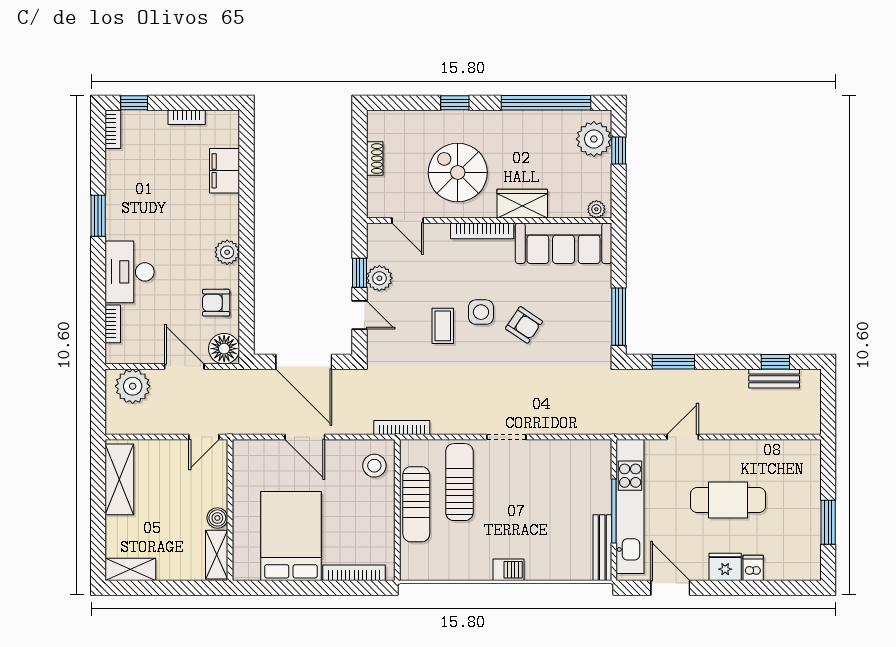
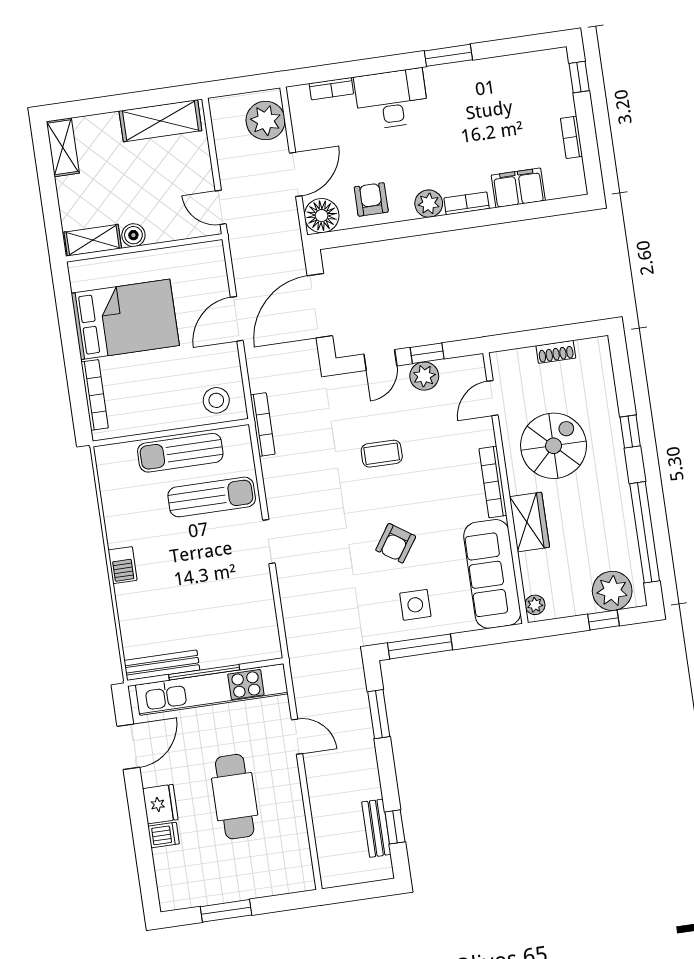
bookcase: (113, 129) -> (467, 203), moved, turned 180
side table: (481, 312) -> (415, 605), moved

